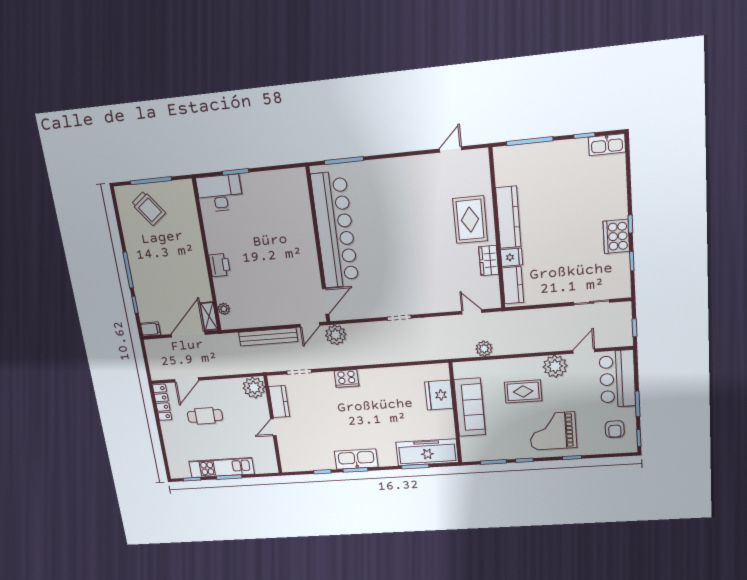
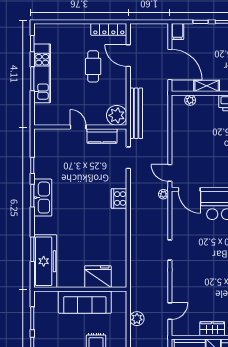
shelving: (209, 316) -> (207, 86), moved
plant: (336, 335) -> (163, 194), width x0.53, depth x0.53
bench: (268, 337) -> (136, 113), moved

